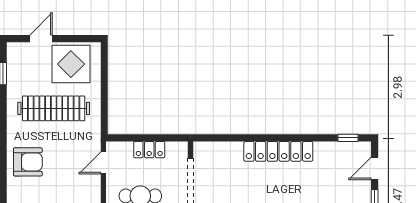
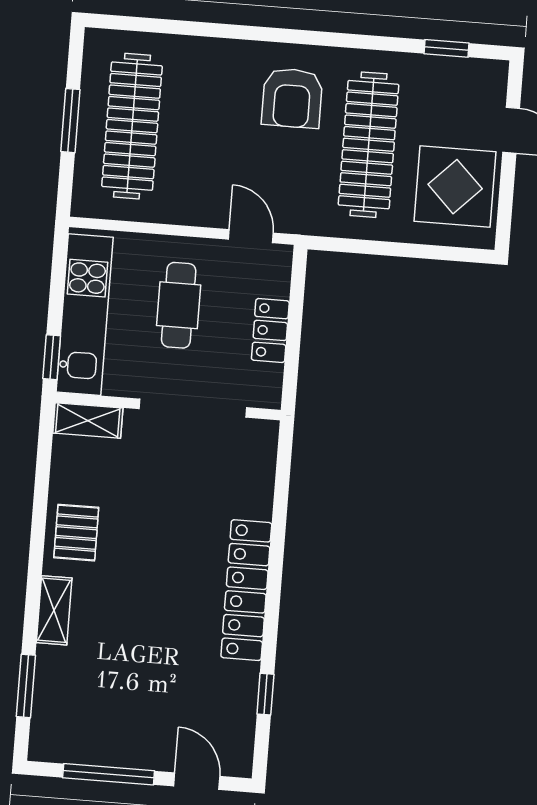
window: (348, 138) -> (265, 694), moved
armchair: (28, 162) -> (292, 98), moved

